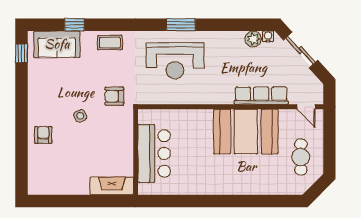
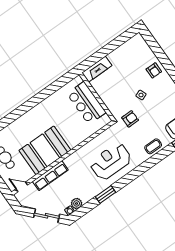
window: (181, 25) -> (106, 195), moved

